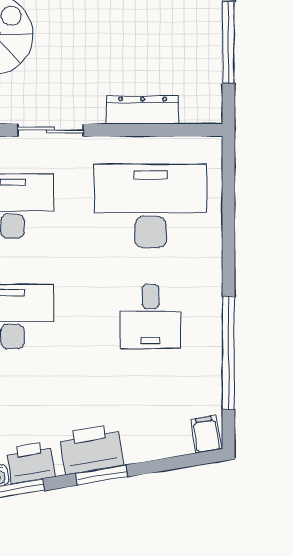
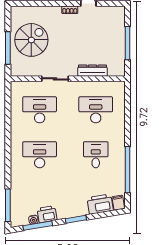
desk: (151, 206) -> (96, 110), width x0.73, depth x0.77
desk: (151, 316) -> (96, 155), turned 180
printer: (91, 449) -> (100, 204), moved

